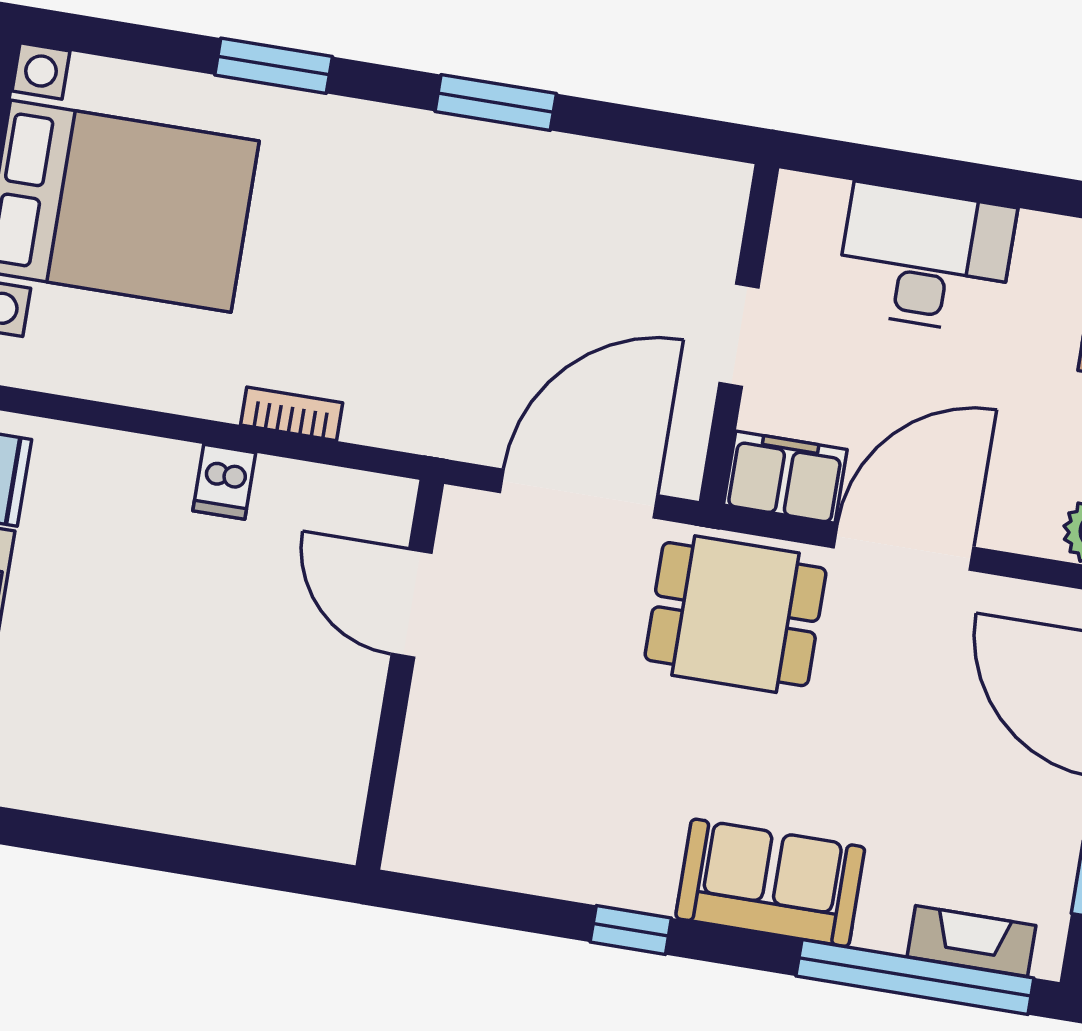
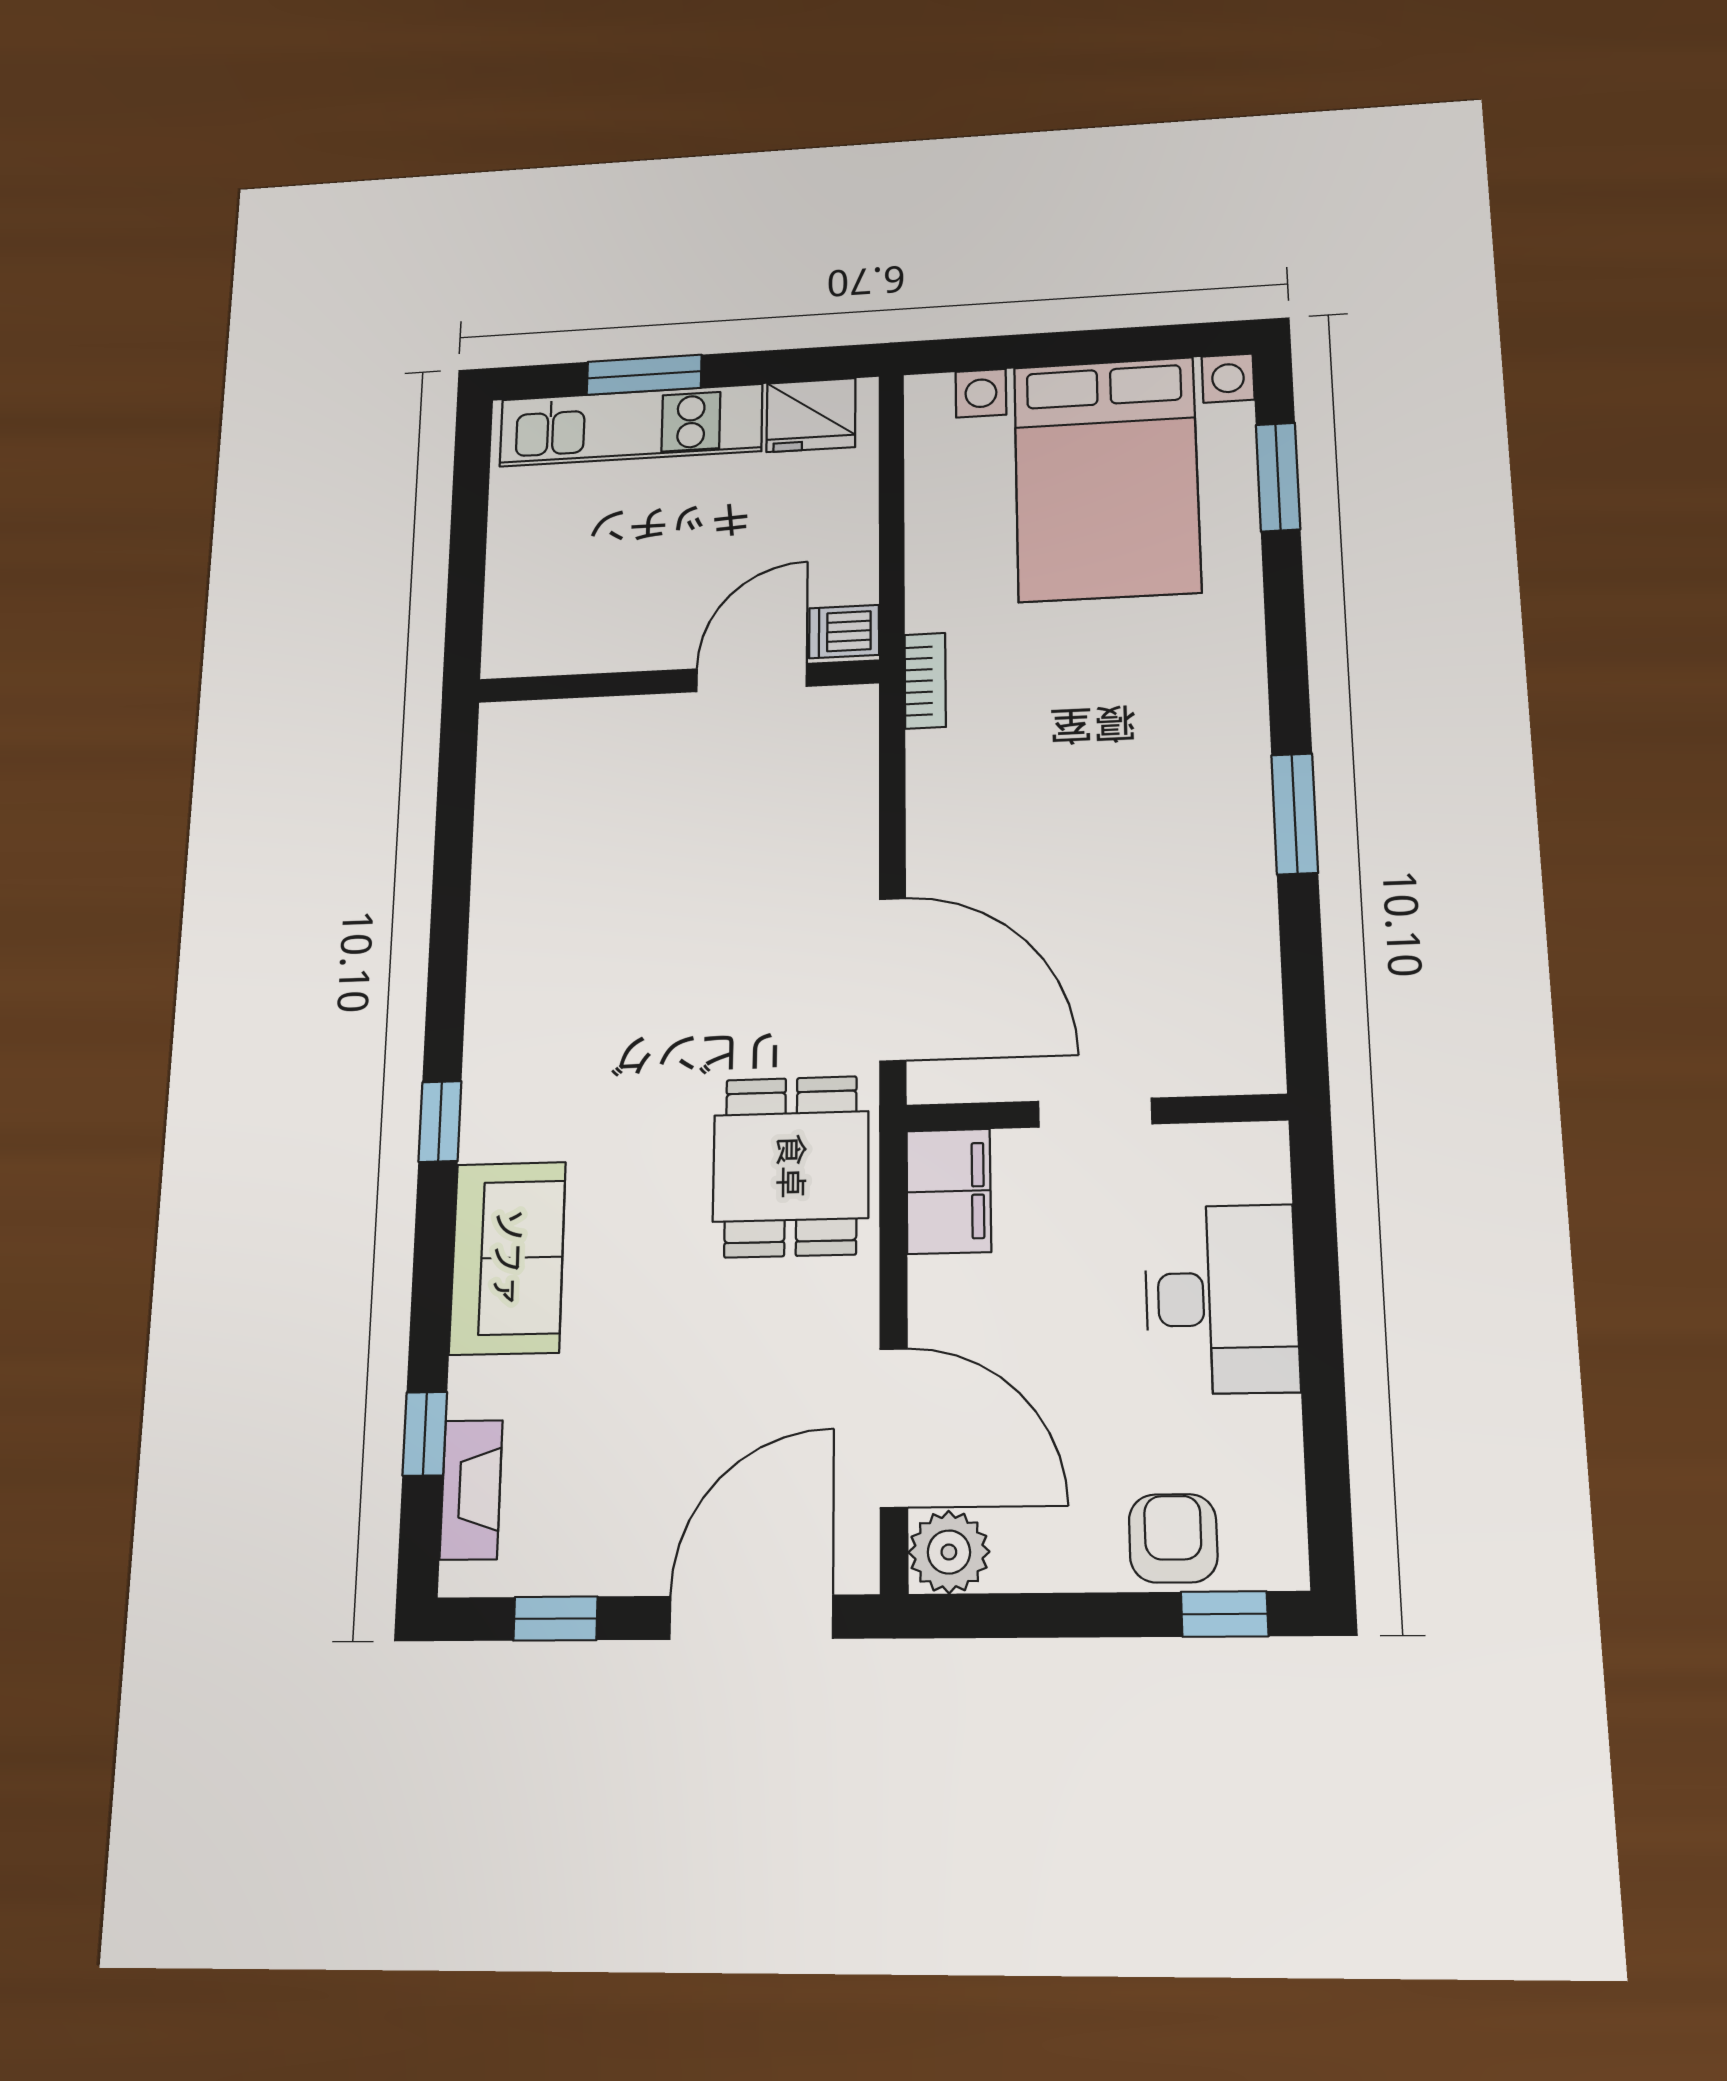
window: (274, 66) -> (1278, 477), moved
door: (904, 547) -> (894, 1428), moved
door: (412, 603) -> (752, 678), moved
wall: (400, 675) -> (677, 681), moved
window: (915, 977) -> (425, 1434), width x0.32

